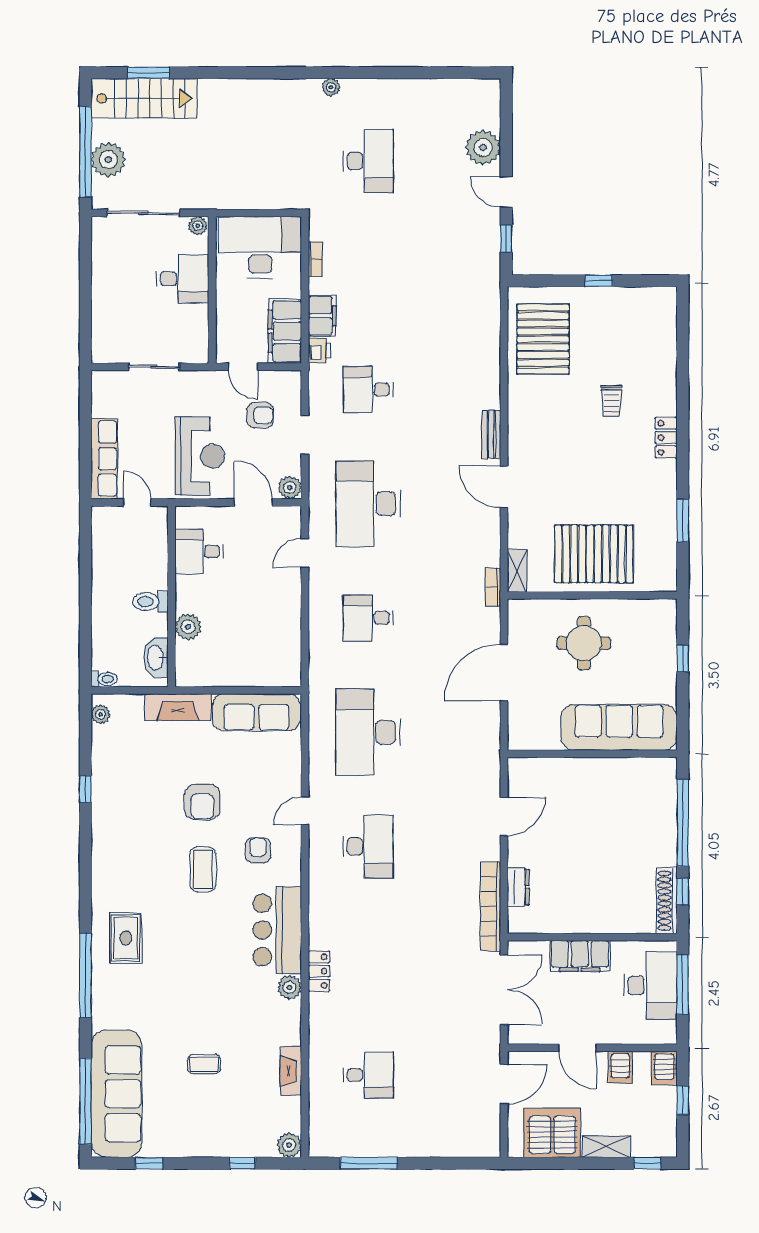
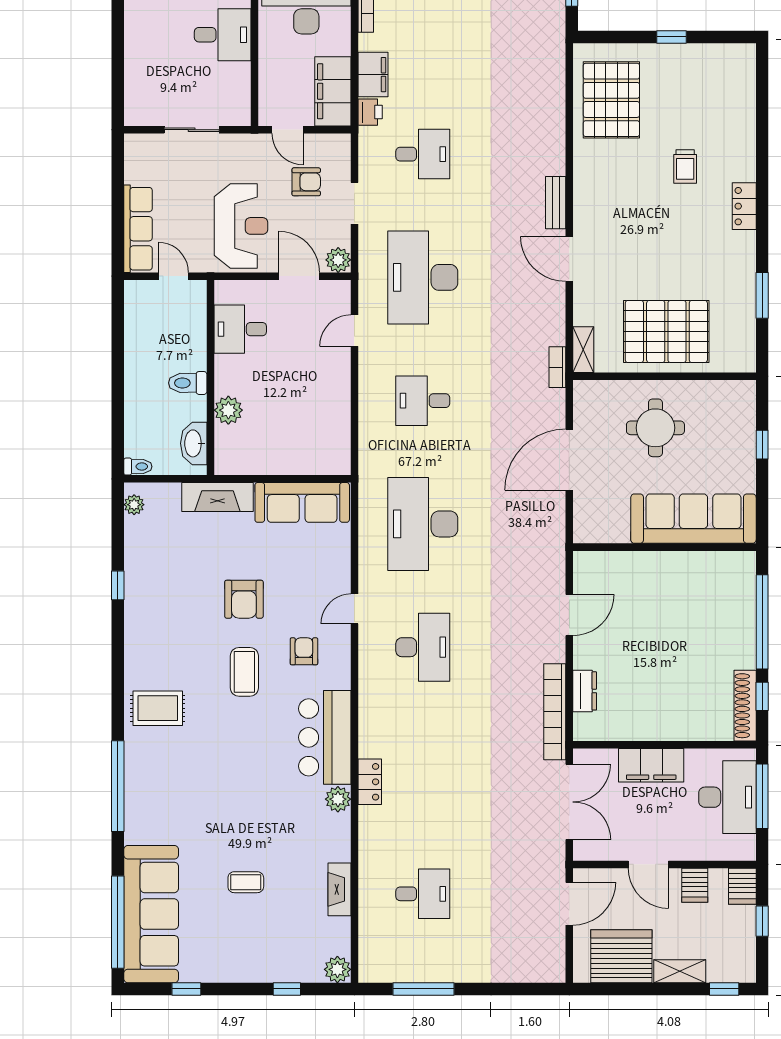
desk: (368, 389) -> (423, 154), turned 180
rug: (126, 938) -> (158, 708), moved, turned 90

